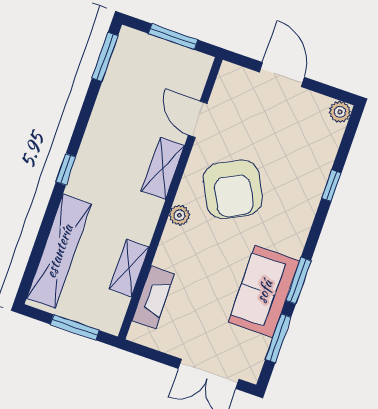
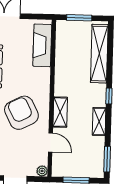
plant: (179, 215) -> (42, 171), moved
shelving: (129, 268) -> (99, 121), moved
fireplace: (153, 297) -> (42, 45), width x1.37, depth x1.32

